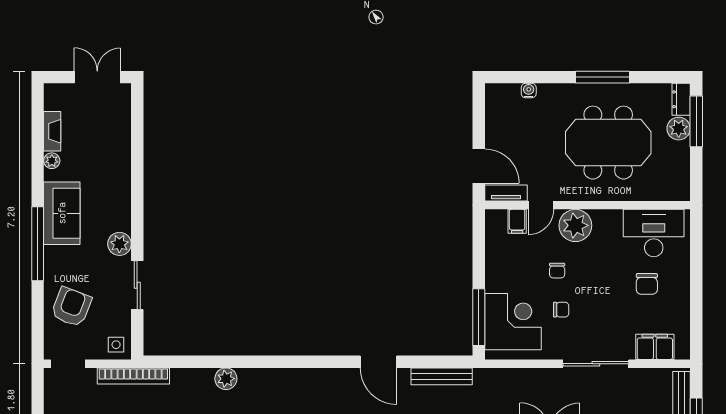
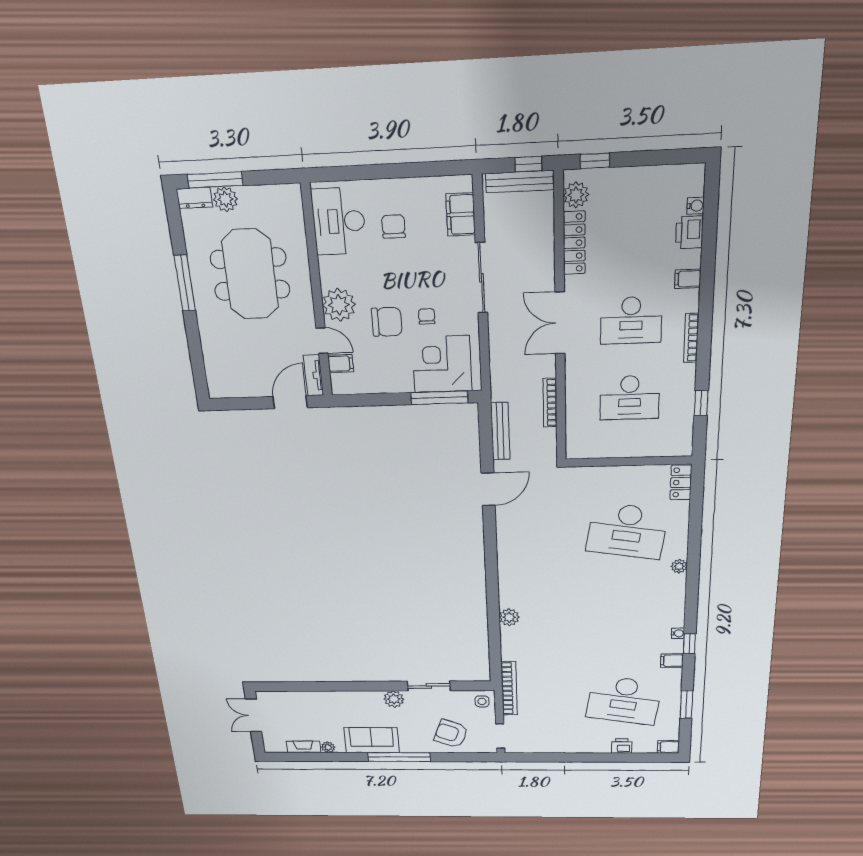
water cooler: (529, 91) -> (210, 357), removed
chair: (557, 271) -> (387, 322), width x1.87, depth x1.87
chair: (647, 284) -> (393, 227), turned -90

